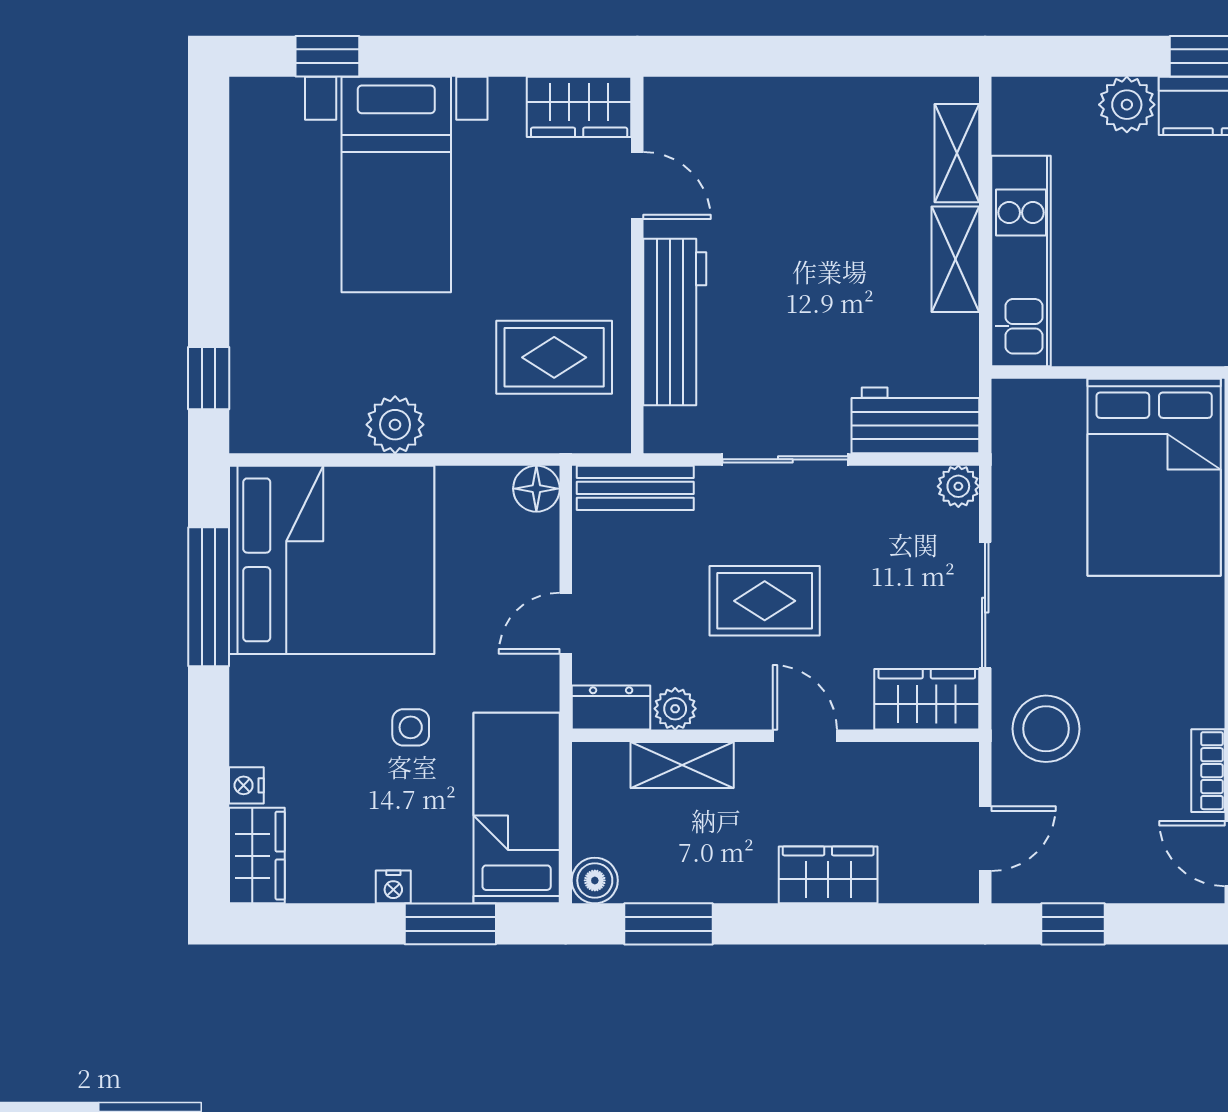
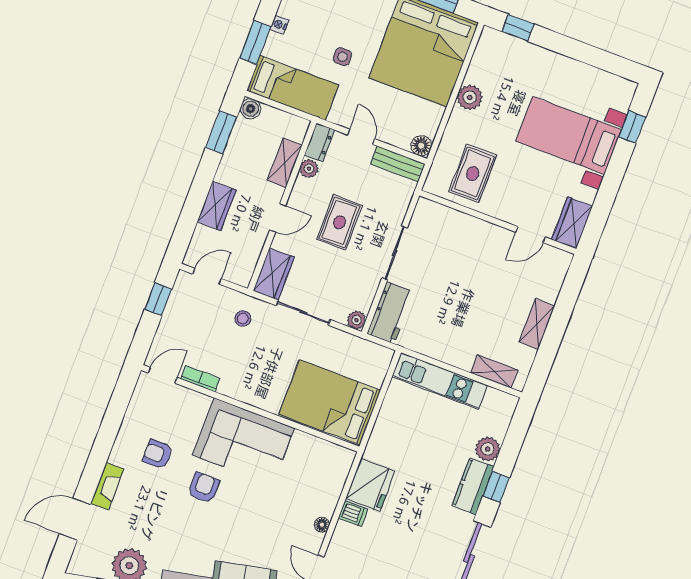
shelving: (955, 259) -> (537, 324), moved, turned 90
workbench: (675, 322) -> (468, 229), removed
bench: (635, 488) -> (398, 164), moved, turned 90
stool: (1046, 729) -> (243, 318), width x0.53, depth x0.53
door: (985, 839) -> (207, 276), swing flipped

